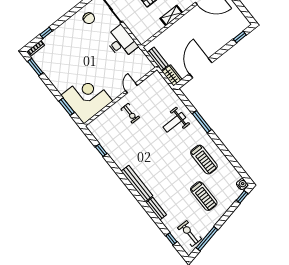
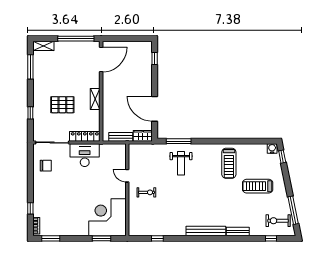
locker: (136, 31) -> (85, 136), added
window: (202, 122) -> (179, 141), moved
treadmill: (204, 160) -> (229, 163), turned 90
treadmill: (204, 196) -> (258, 186), turned 180

